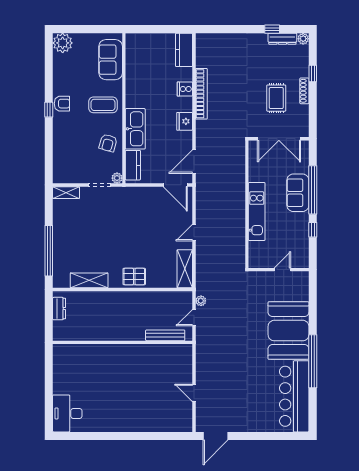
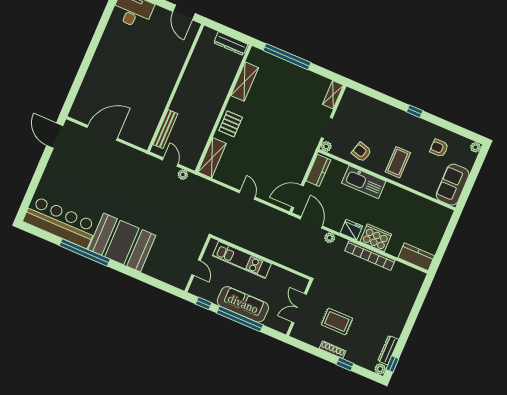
window: (272, 29) -> (392, 364), moved
plant: (63, 43) -> (475, 147), width x0.53, depth x0.53
sofa: (111, 60) -> (453, 185), moved, turned -90
cooker: (185, 89) -> (376, 238), width x1.87, depth x1.31
armchair: (62, 104) -> (439, 148), moved, turned 90
plant: (201, 138) -> (330, 238), added
double door: (279, 139) -> (299, 308), width x0.73
kitchen counter: (133, 165) -> (318, 170), moved, turned -90
sofa: (298, 193) -> (243, 304), width x1.36
shelving: (185, 269) -> (212, 158), moved, turned 90
wall: (279, 270) -> (198, 264), moved
door: (282, 270) -> (196, 268), moved
dresser: (59, 309) -> (231, 44), width x1.44
door: (49, 365) -> (184, 12), added
door: (194, 393) -> (102, 133), width x1.88

